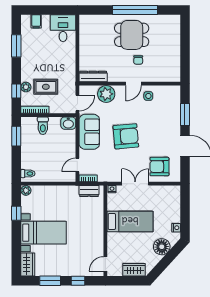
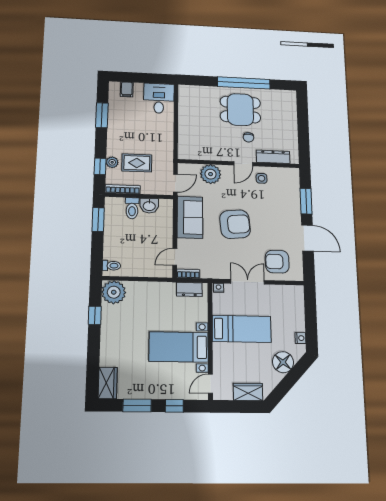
dresser: (93, 77) -> (273, 157), moved
washbasin: (68, 123) -> (149, 206), moved
plant: (26, 190) -> (114, 292), width x1.87, depth x1.87
bed with nightstands: (44, 233) -> (179, 347), moved, turned 180

